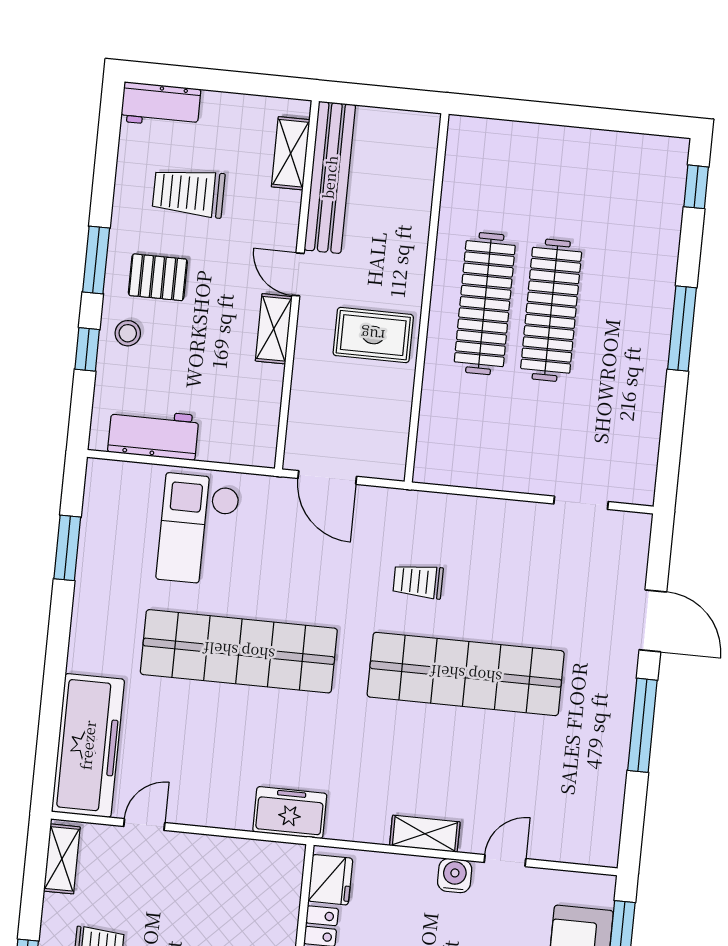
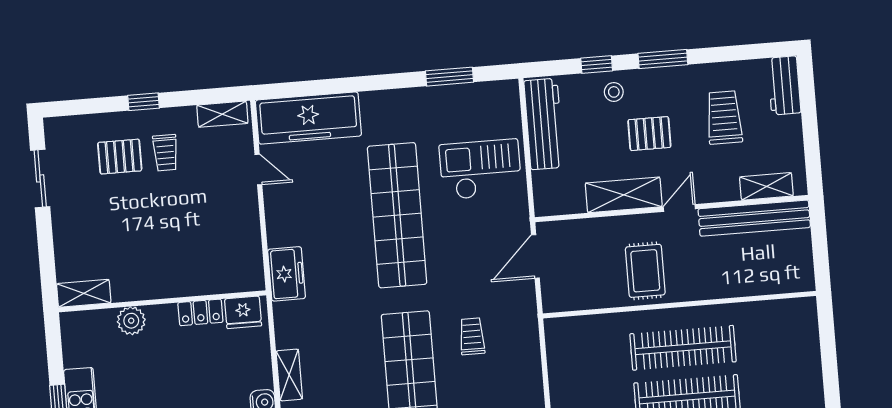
pallet: (158, 277) -> (649, 134), moved, turned 90
shelving: (274, 329) -> (624, 195), width x1.50, depth x1.33
workbench: (153, 434) -> (544, 124), width x1.37

